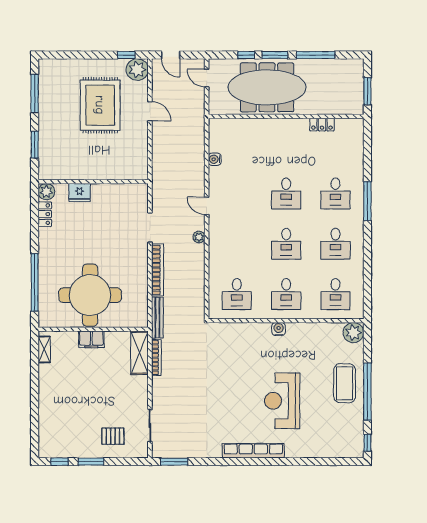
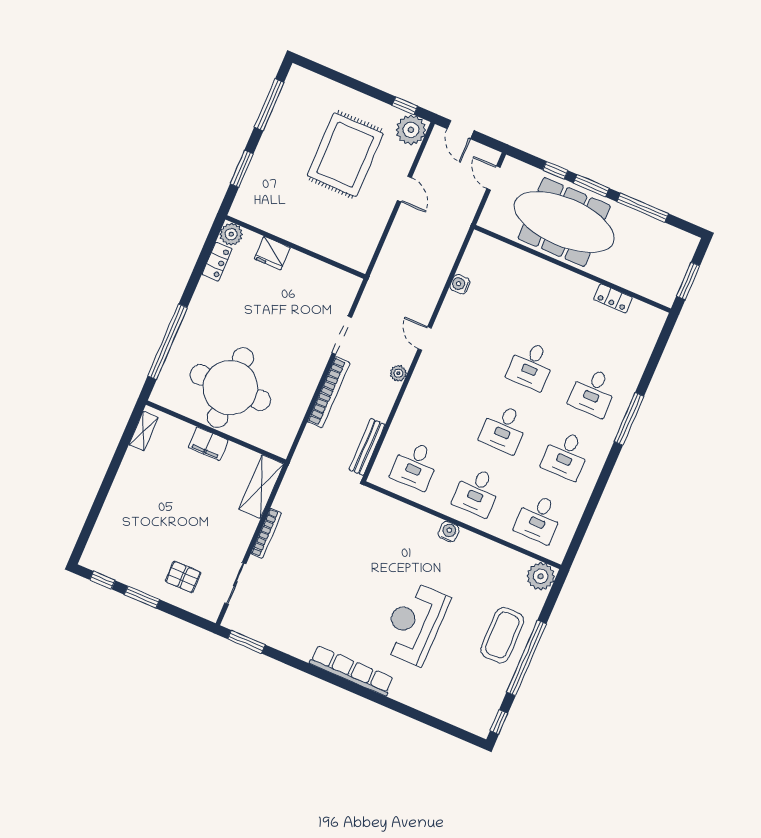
bench: (157, 318) -> (367, 447), moved
bookcase: (156, 357) -> (266, 533), moved

